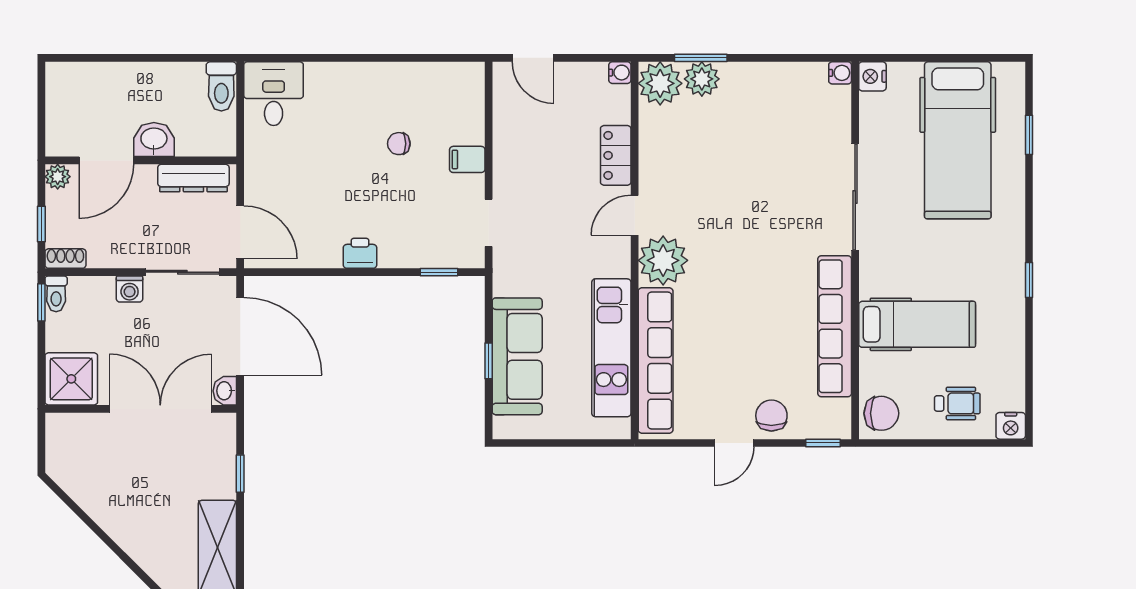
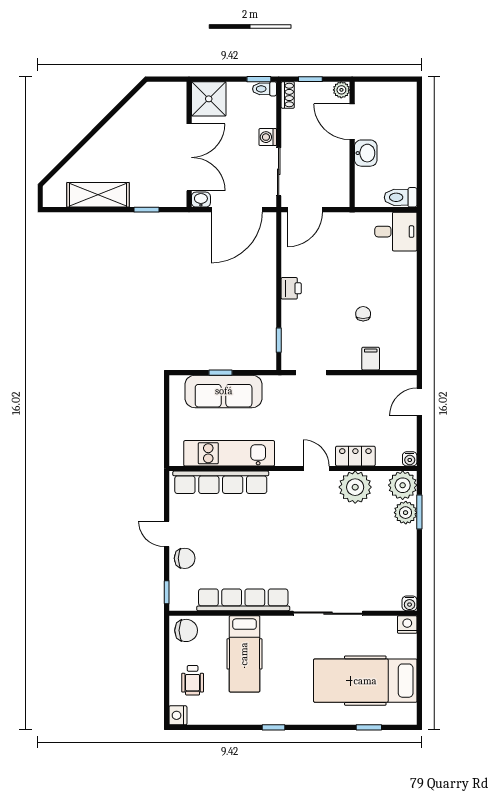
filing cabinet: (467, 159) -> (371, 359), moved
dresser: (193, 178) -> (341, 179), removed
plant: (663, 260) -> (355, 487), moved
chair: (881, 413) -> (186, 630), turned -90

